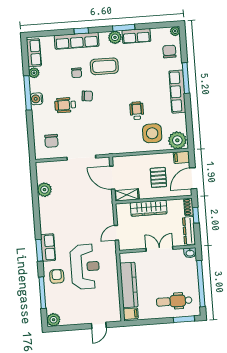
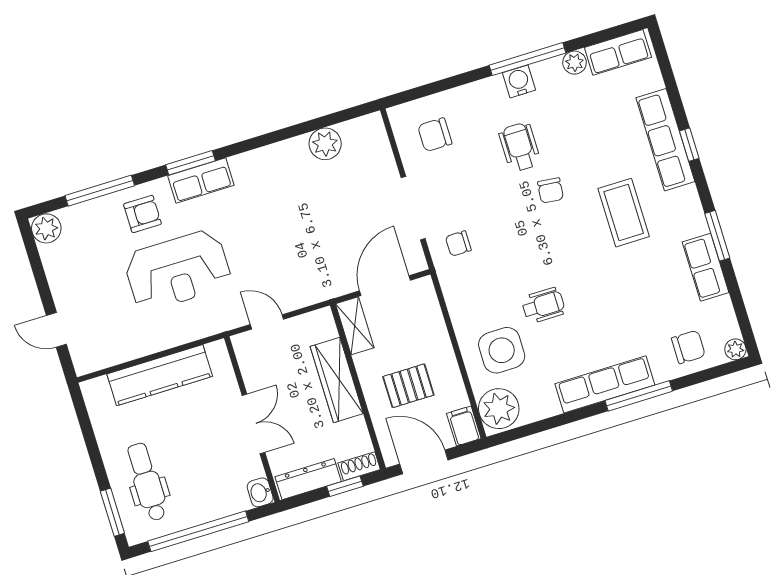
plant: (115, 37) -> (692, 221), removed
chair: (77, 73) -> (458, 244), moved
filing cabinet: (131, 314) -> (98, 394), removed

